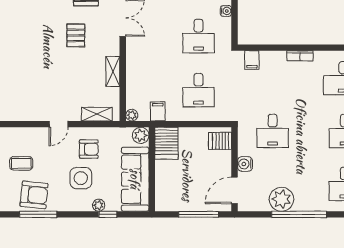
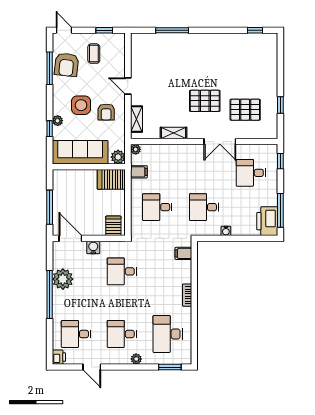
pallet: (76, 35) -> (205, 101), width x1.50, depth x1.42

